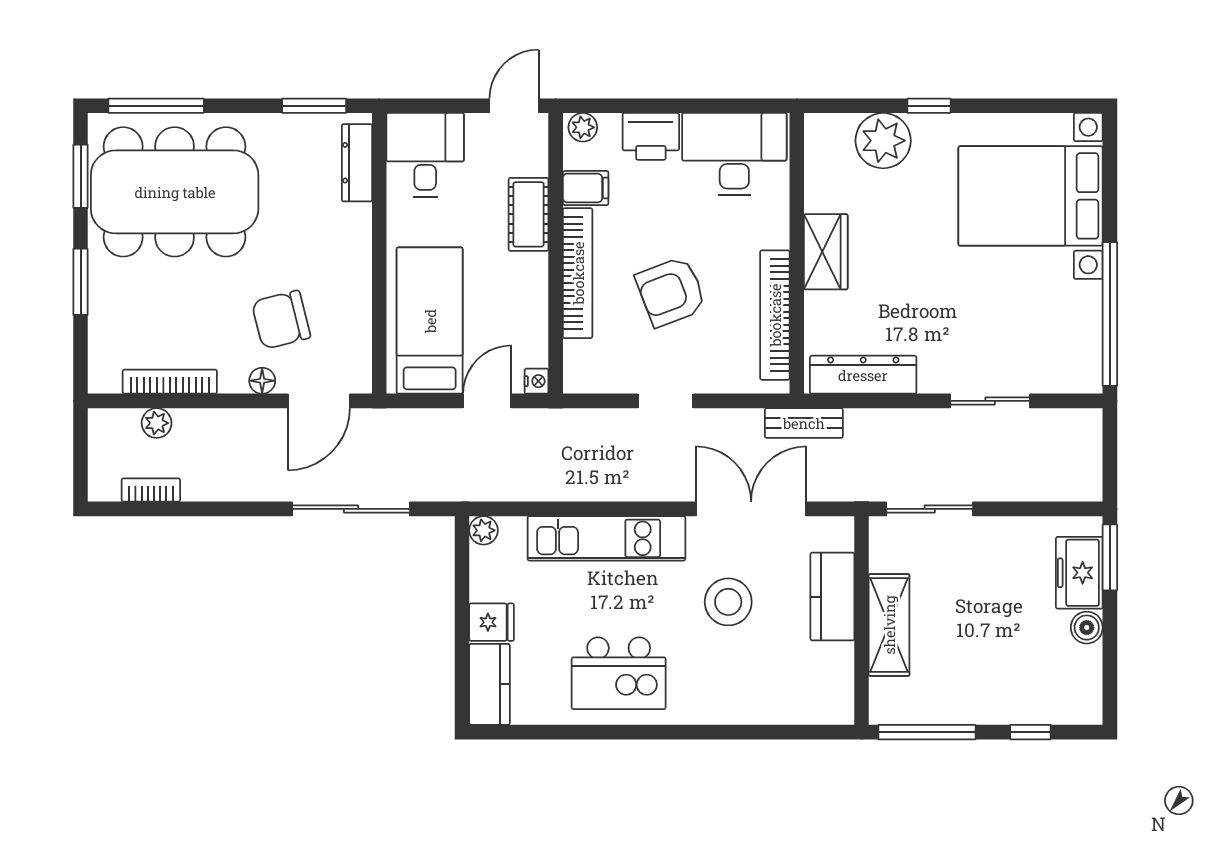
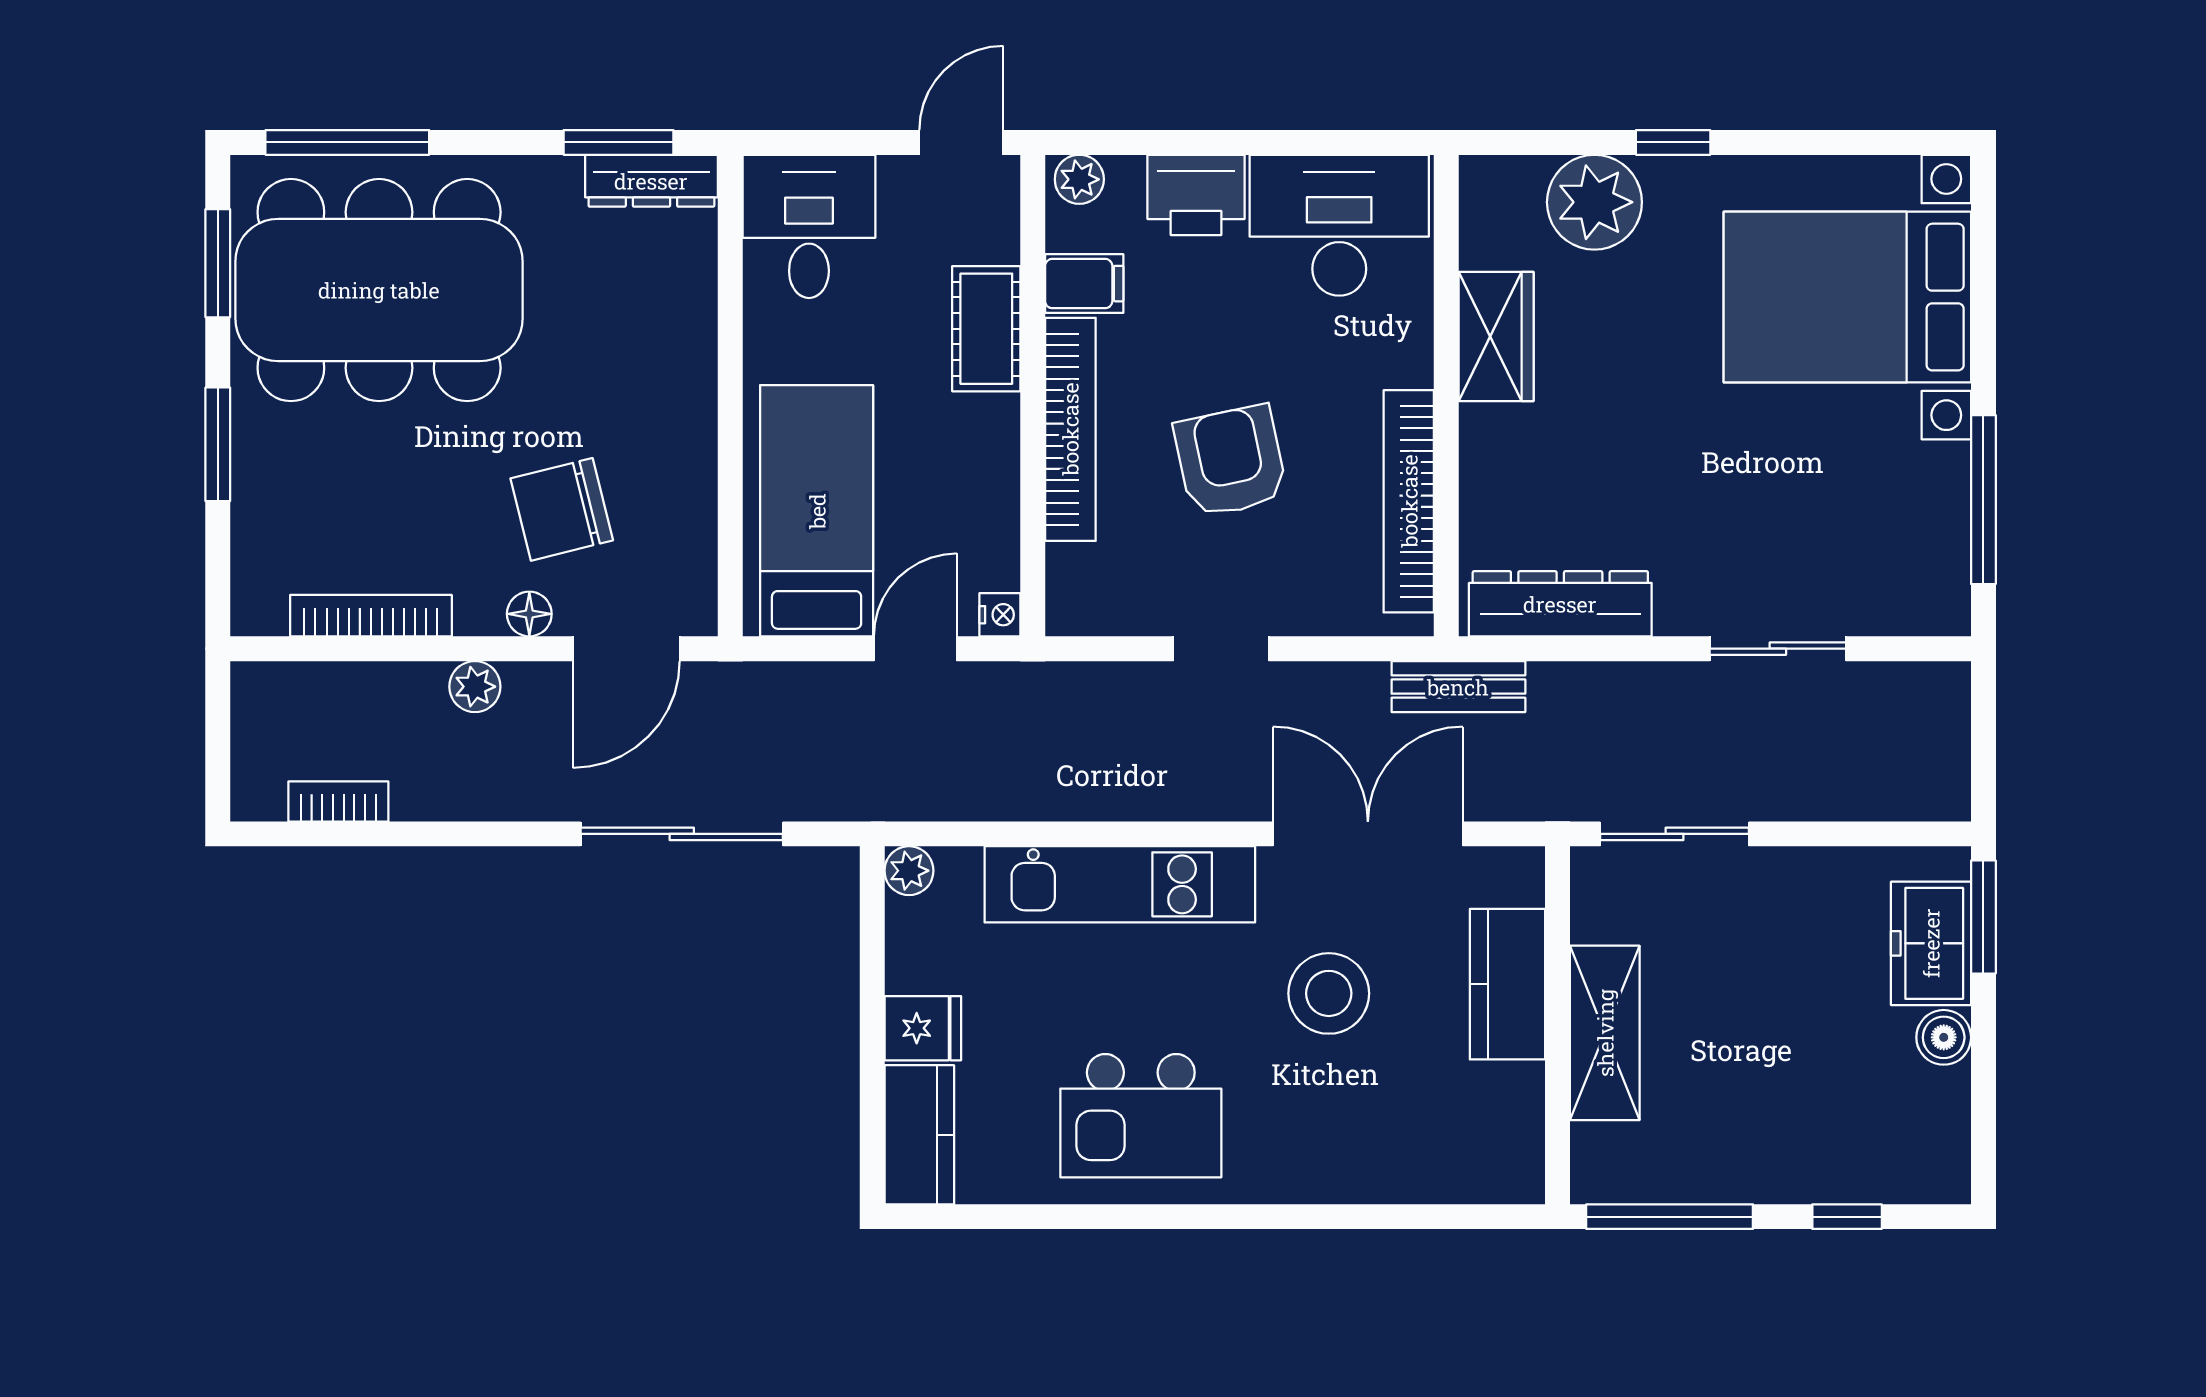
dresser: (357, 163) -> (651, 181), moved, turned -90
wardrobe: (826, 252) -> (1496, 337), moved
armchair: (671, 292) -> (1231, 461), turned 99
window: (1110, 314) -> (1983, 500), width x0.68
plant: (157, 423) -> (475, 687), moved

